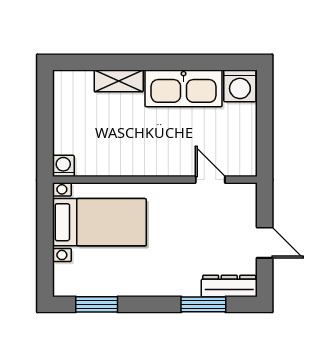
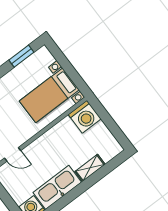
washing machine: (63, 166) -> (85, 117), width x1.89, depth x1.89

